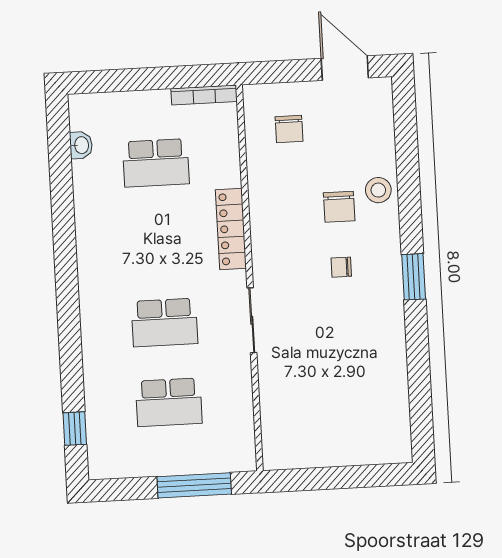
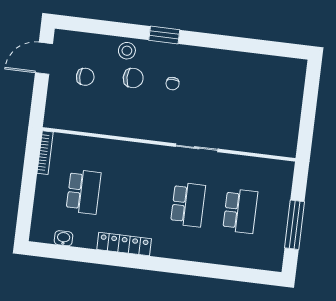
chair: (289, 129) -> (85, 77), moved
locker: (231, 229) -> (124, 244), moved, turned 180
window: (414, 277) -> (164, 35), moved
window: (75, 429) -> (246, 275), removed
window: (194, 485) -> (295, 225), moved

